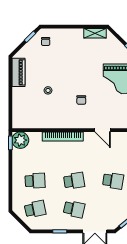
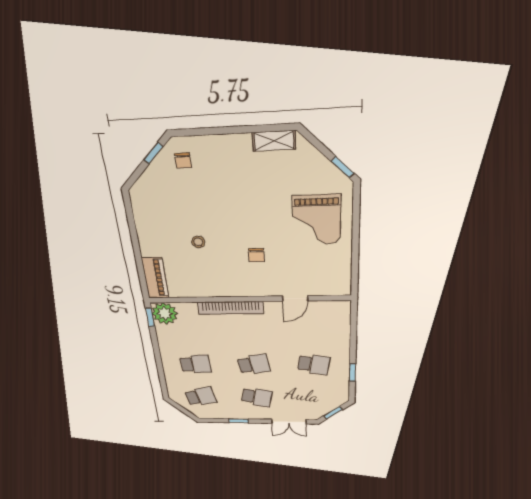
piano: (18, 72) -> (155, 278), moved
door: (103, 130) -> (295, 298), hinge flipped

